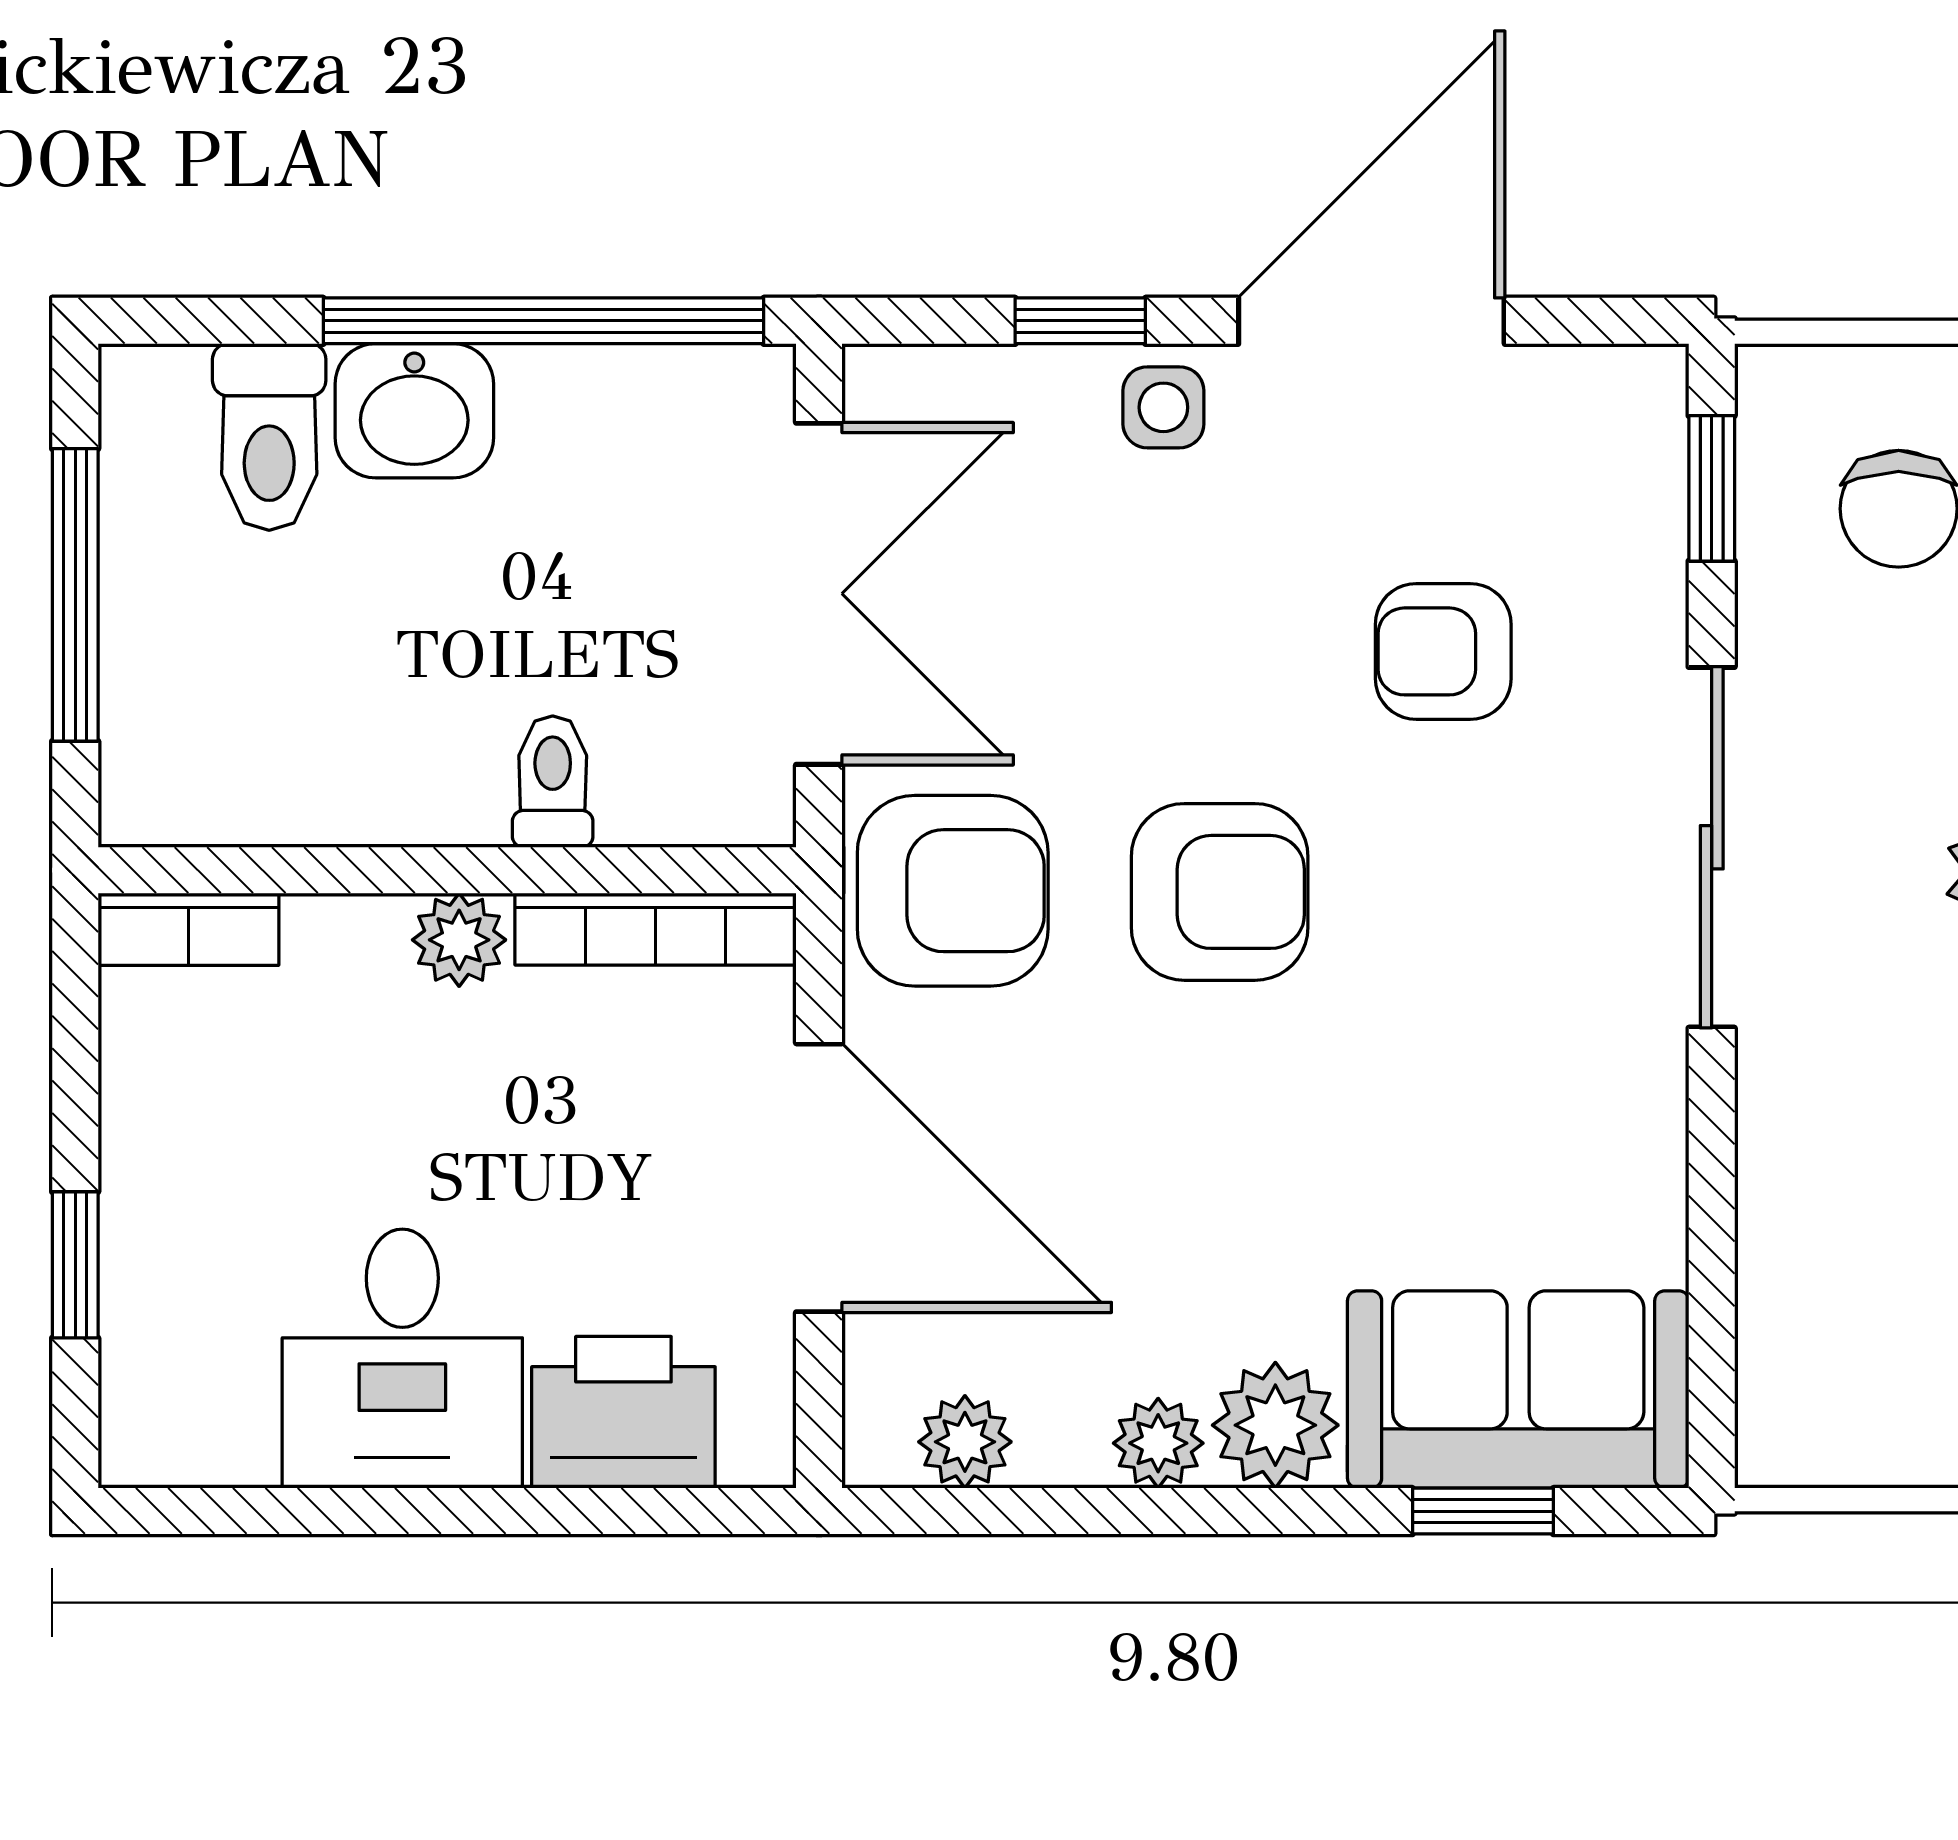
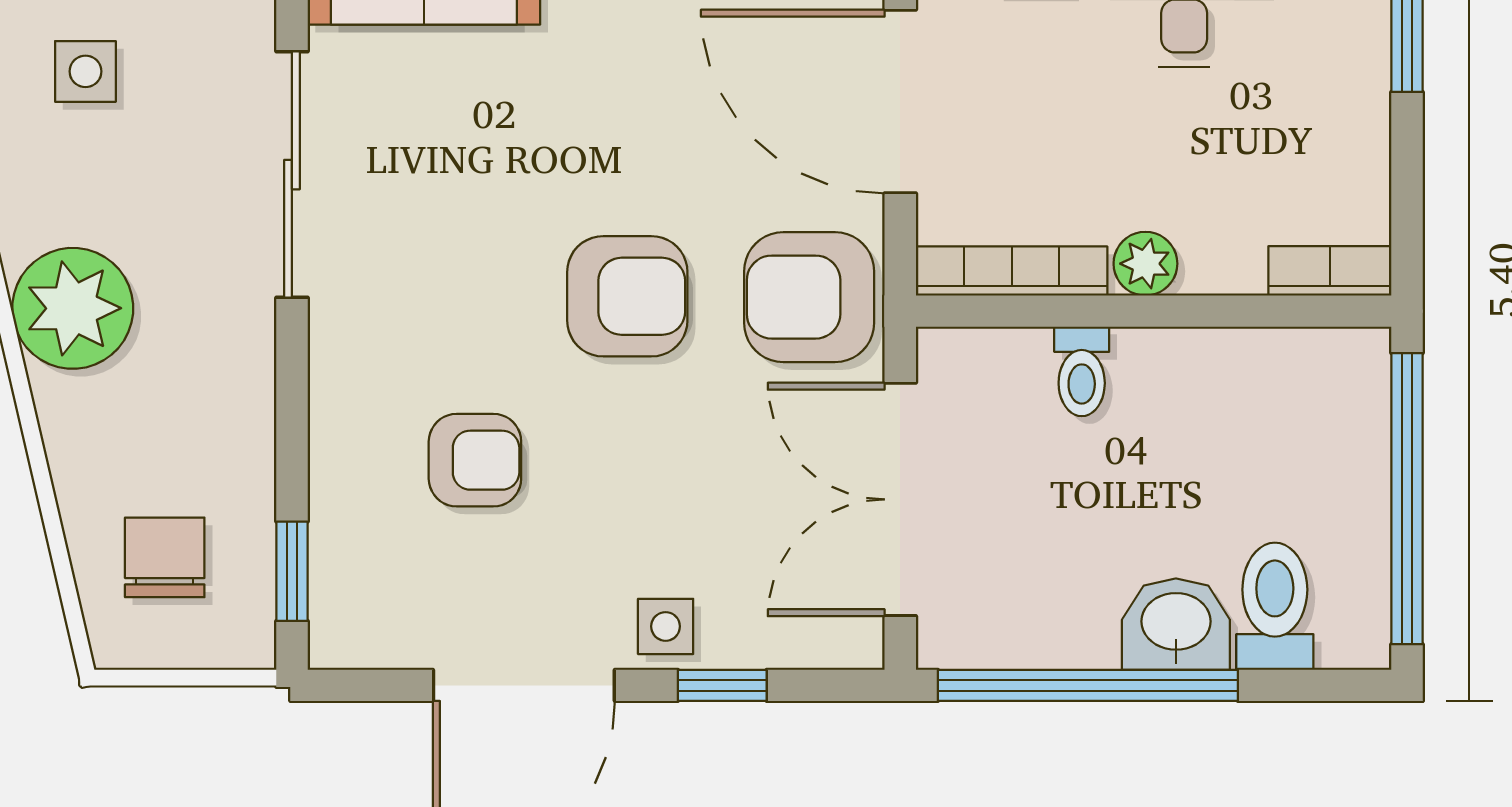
window: (75, 595) -> (1407, 499), width x1.46
sliding door: (1712, 847) -> (292, 175), moved
armchair: (1220, 892) -> (627, 296), turned 180

